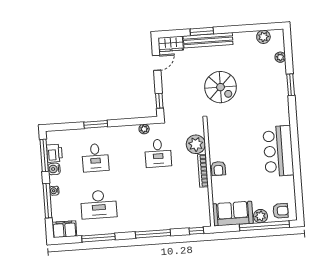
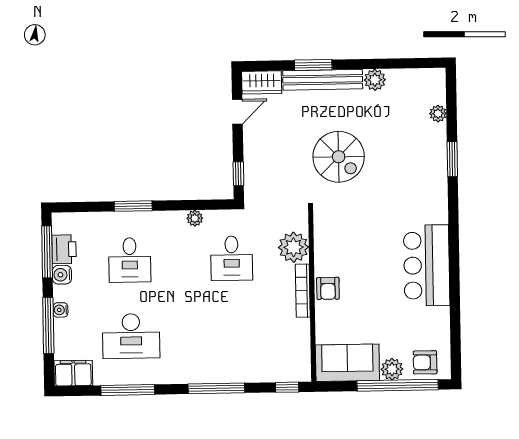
plant: (263, 37) -> (375, 80), moved
plant: (144, 129) -> (195, 218), moved
armchair: (281, 211) -> (425, 362), turned 180

